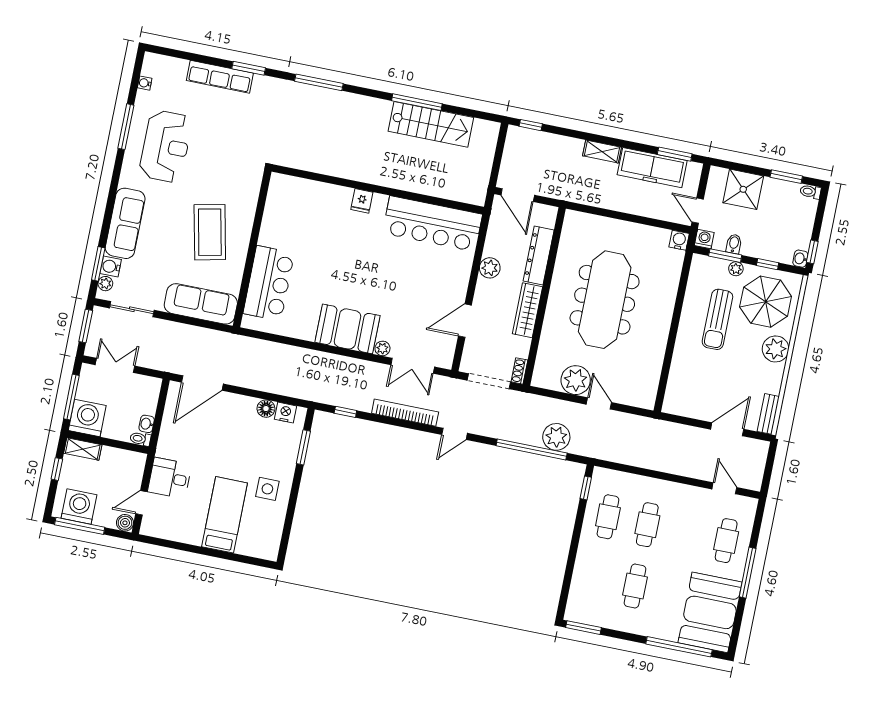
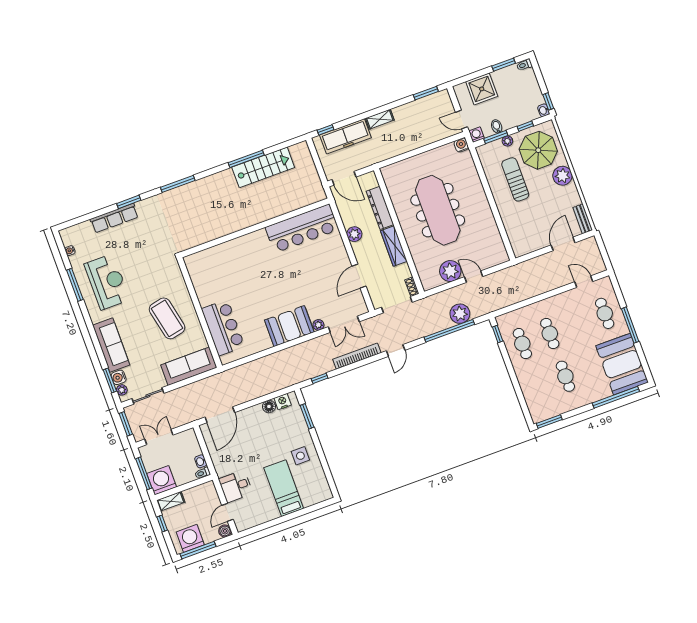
freezer: (652, 168) -> (345, 136), moved
fridge: (362, 201) -> (249, 241), removed
sun lounger: (717, 319) -> (515, 179), turned 180

